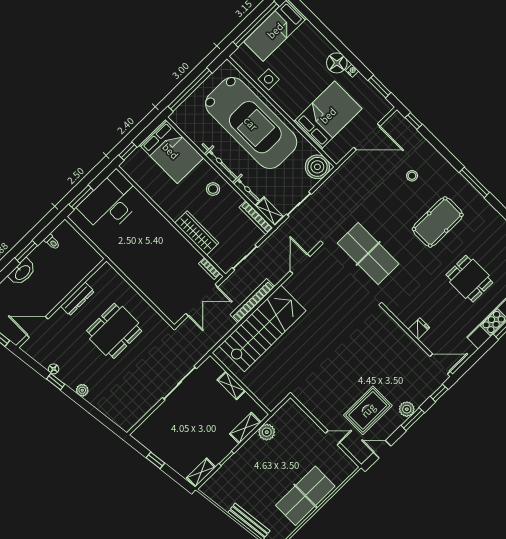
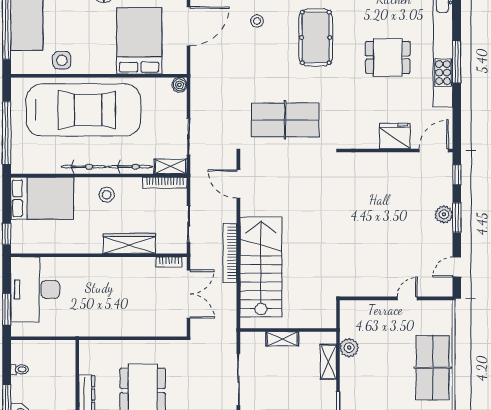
boiler: (317, 167) -> (179, 85), width x0.54, depth x0.54
fridge: (419, 329) -> (395, 136), width x1.88, depth x1.34
rug: (368, 410) -> (413, 247), removed

